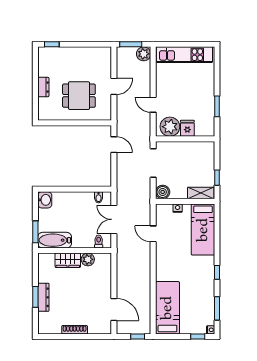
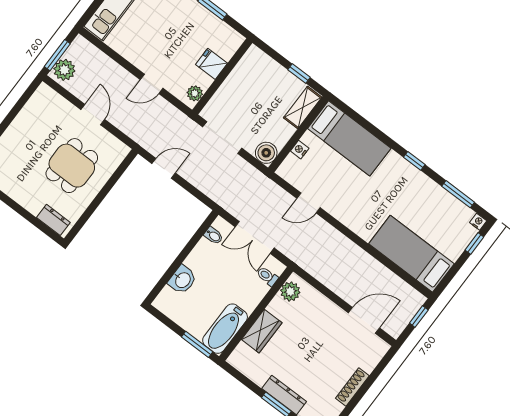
plant: (144, 54) -> (64, 70), moved
dresser: (43, 87) -> (53, 220), moved
plant: (170, 127) -> (195, 93), width x0.53, depth x0.53
washbasin: (45, 200) -> (182, 280), moved, turned 90
plant: (88, 259) -> (290, 291), moved

